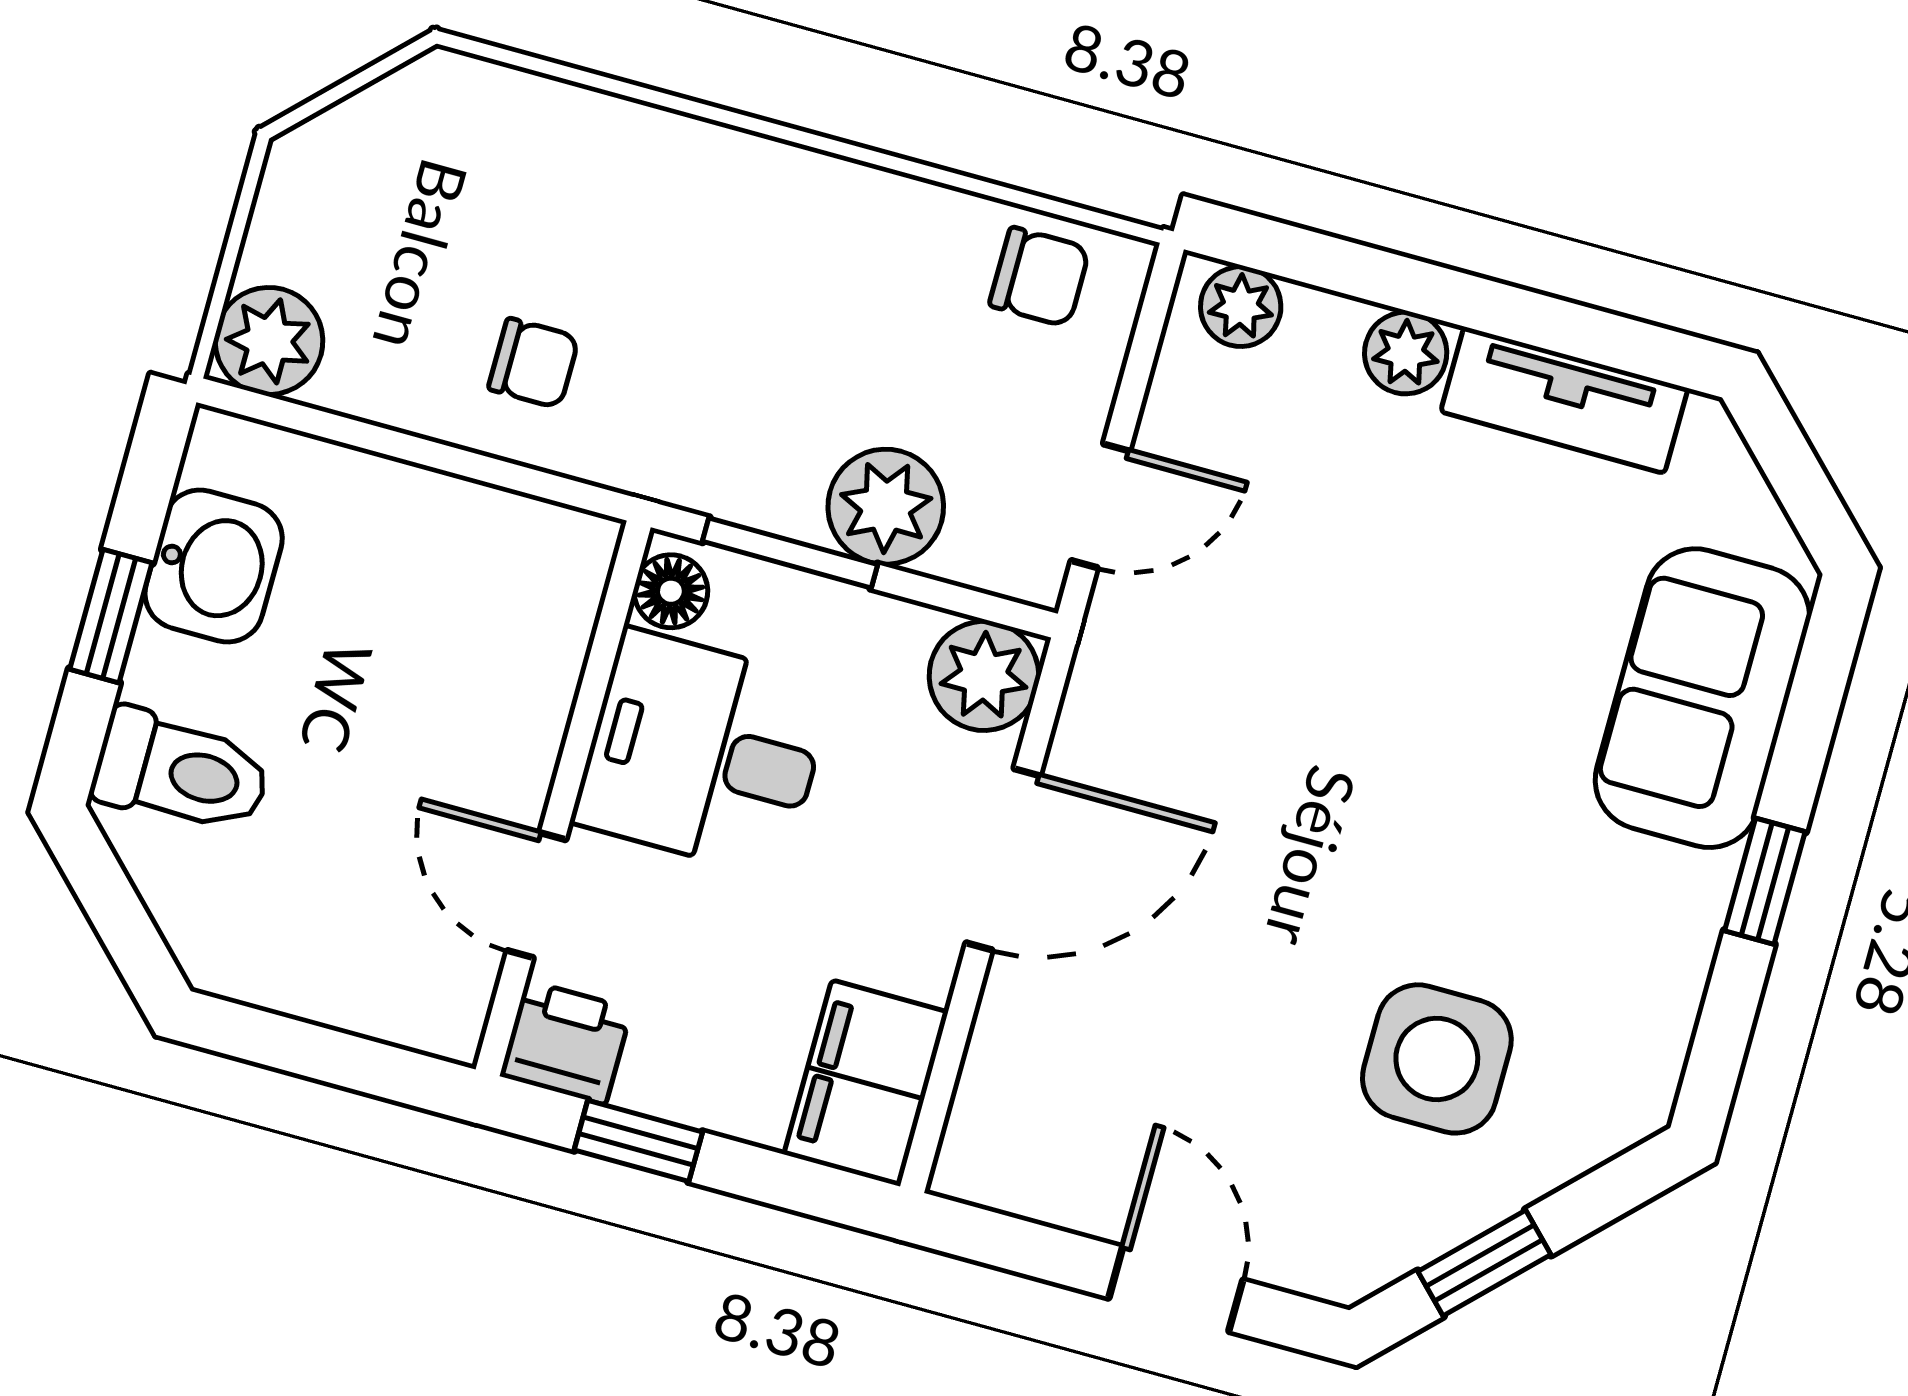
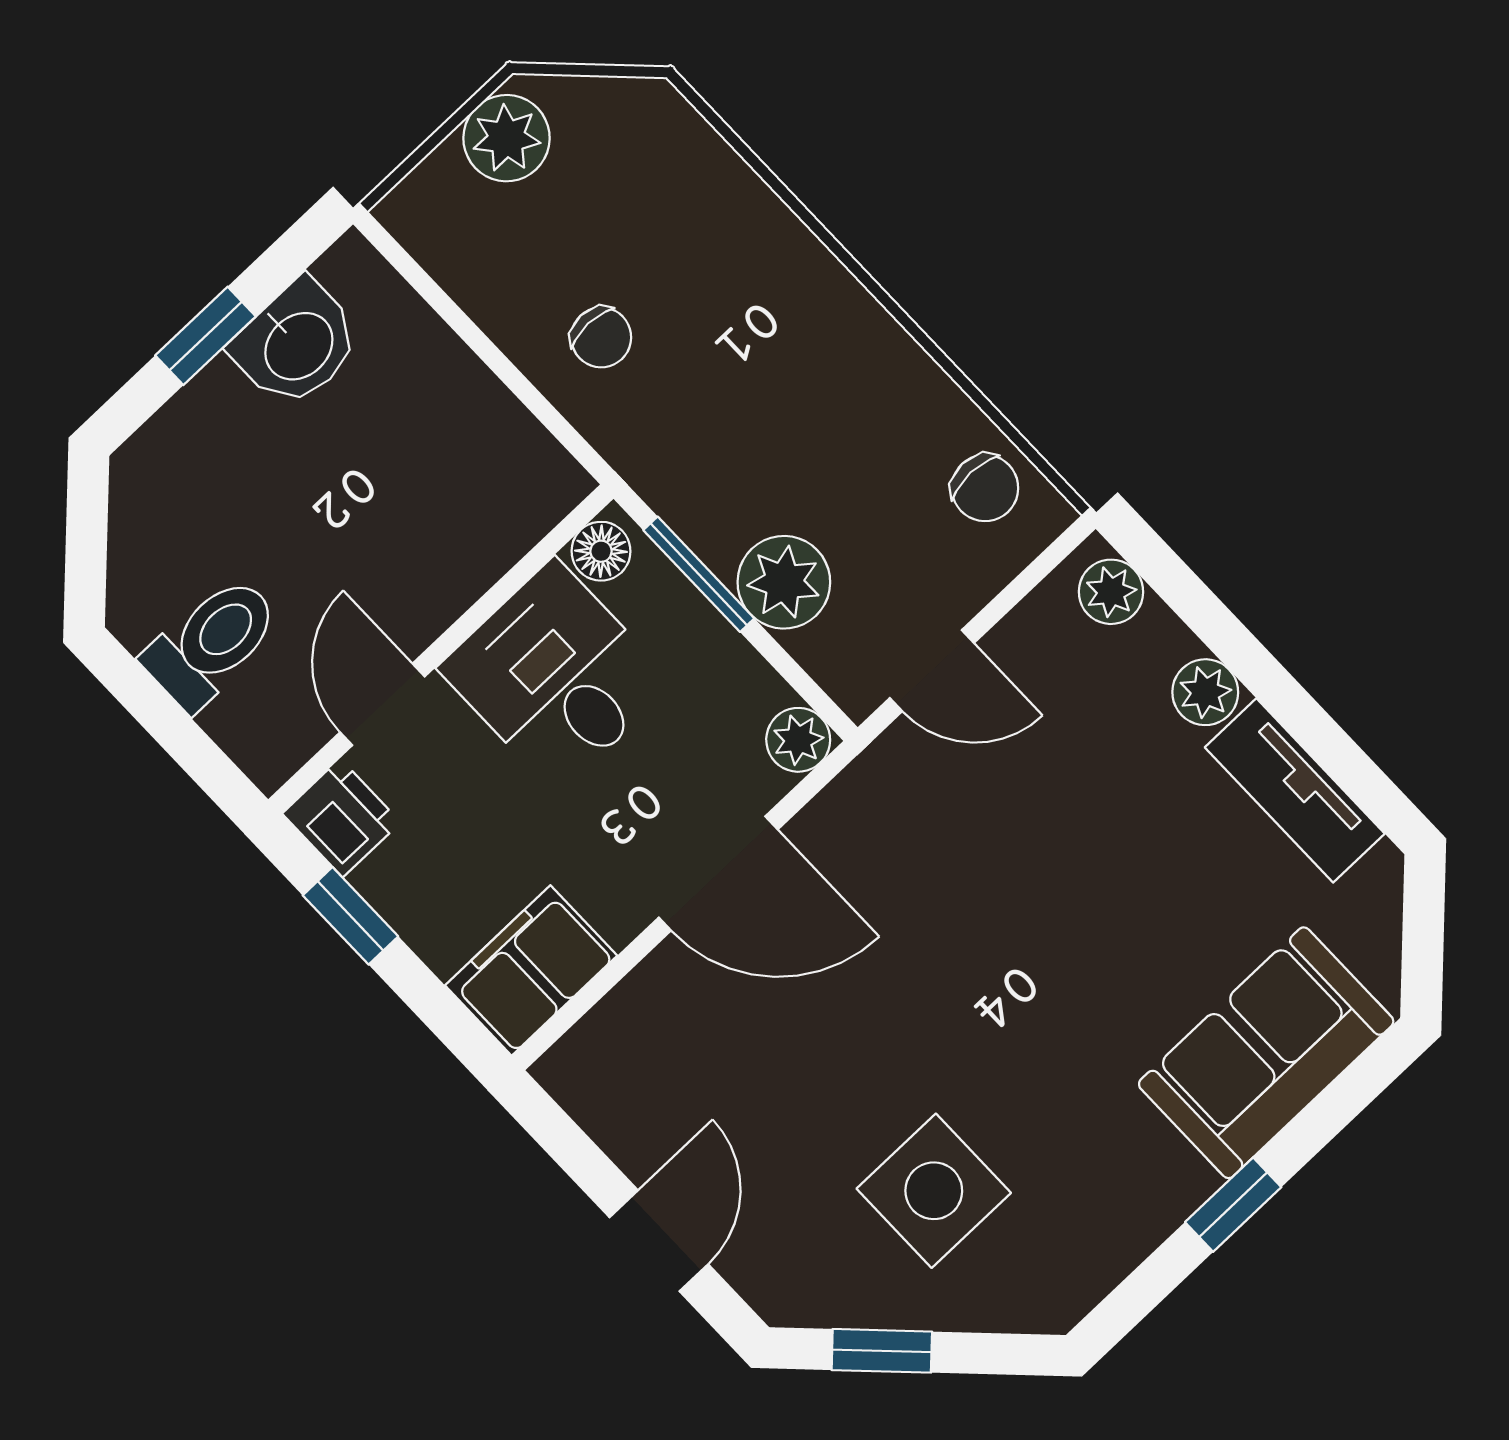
plant: (269, 341) -> (506, 138), moved
plant: (984, 676) -> (798, 740), width x0.73, depth x0.73
toilet: (181, 772) -> (212, 642), moved, turned -90

